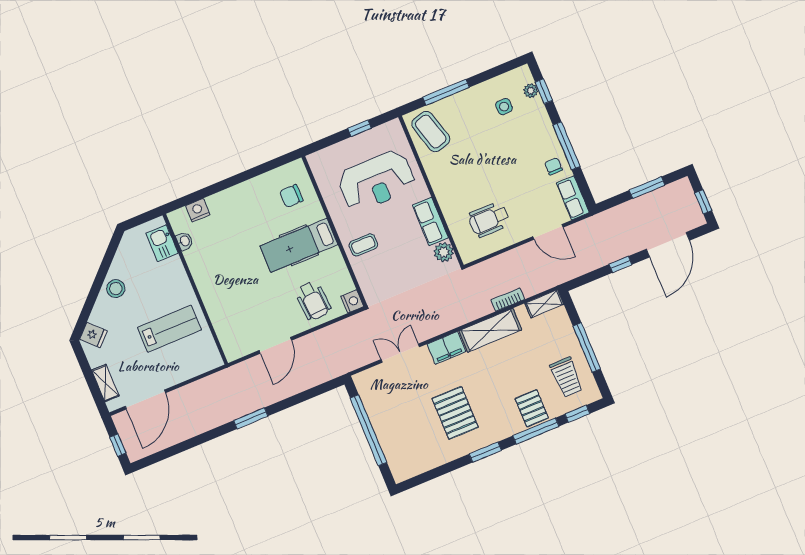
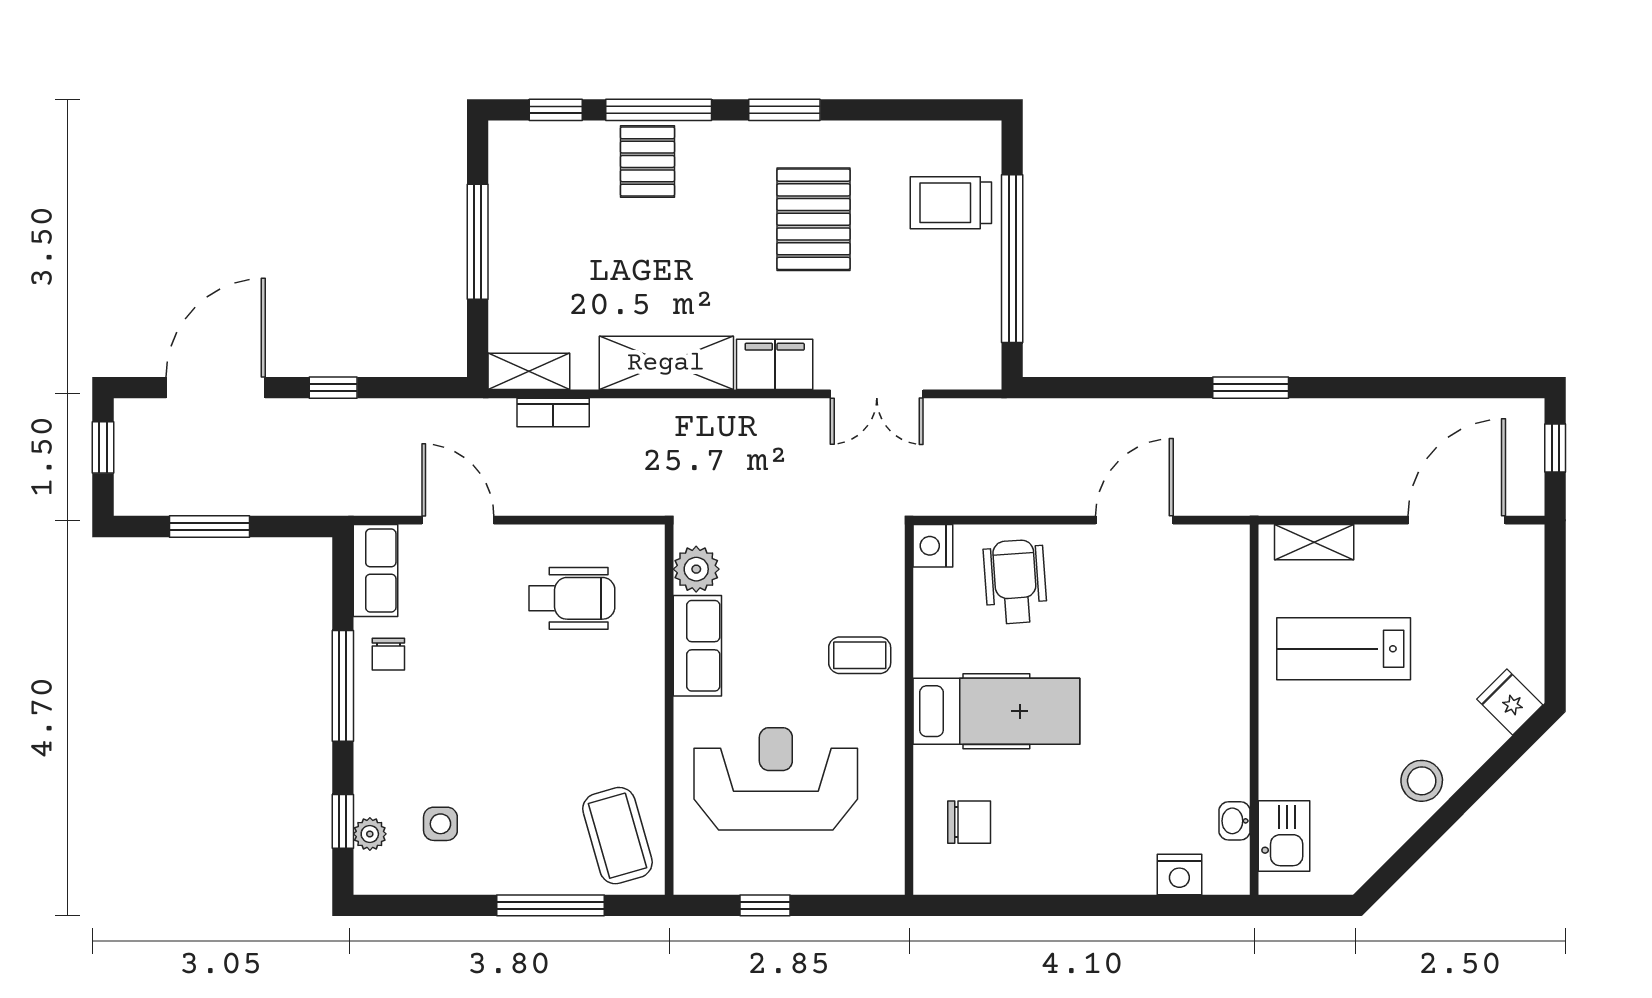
bookcase: (508, 300) -> (553, 412), moved
trolley: (566, 377) -> (951, 203), moved, turned -90
shelving: (105, 383) -> (1314, 542), moved, turned 90

